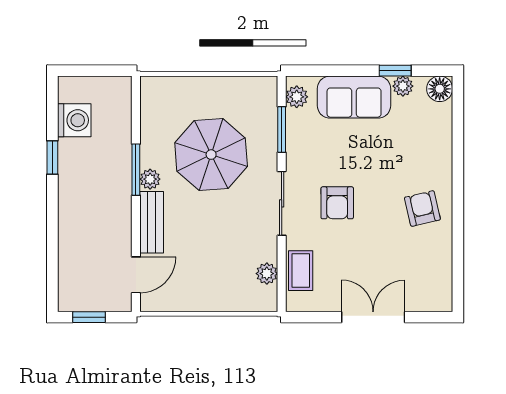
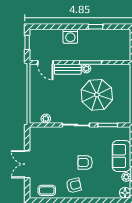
plant: (297, 97) -> (122, 131), removed
washing machine: (74, 120) -> (70, 36), moved
armchair: (337, 203) -> (85, 162), moved
coffee table: (301, 271) -> (47, 190), moved
double door: (373, 317) -> (27, 164), swing flipped

